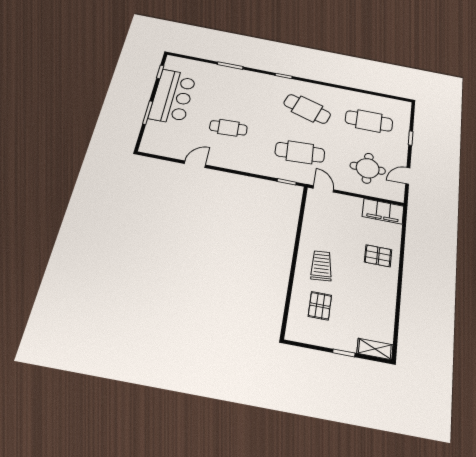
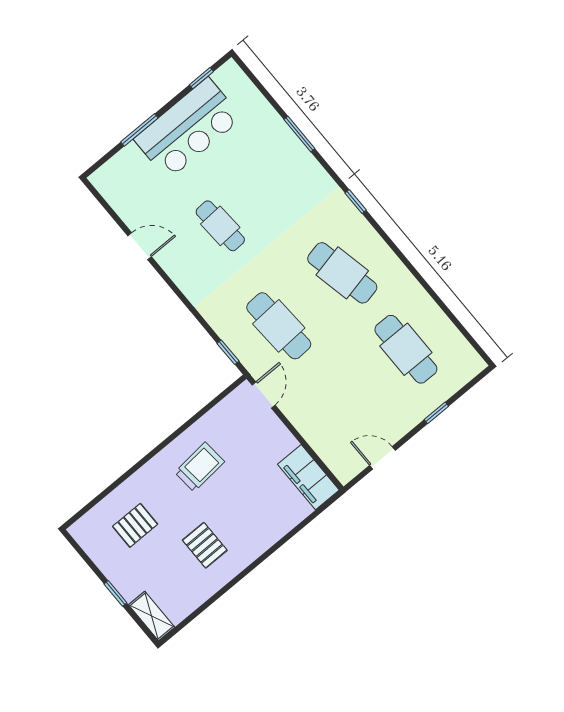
cafe table: (307, 109) -> (342, 273), turned -30
round table: (368, 168) -> (342, 410), removed
pallet: (378, 256) -> (205, 545), moved
trolley: (321, 266) -> (200, 467), moved

